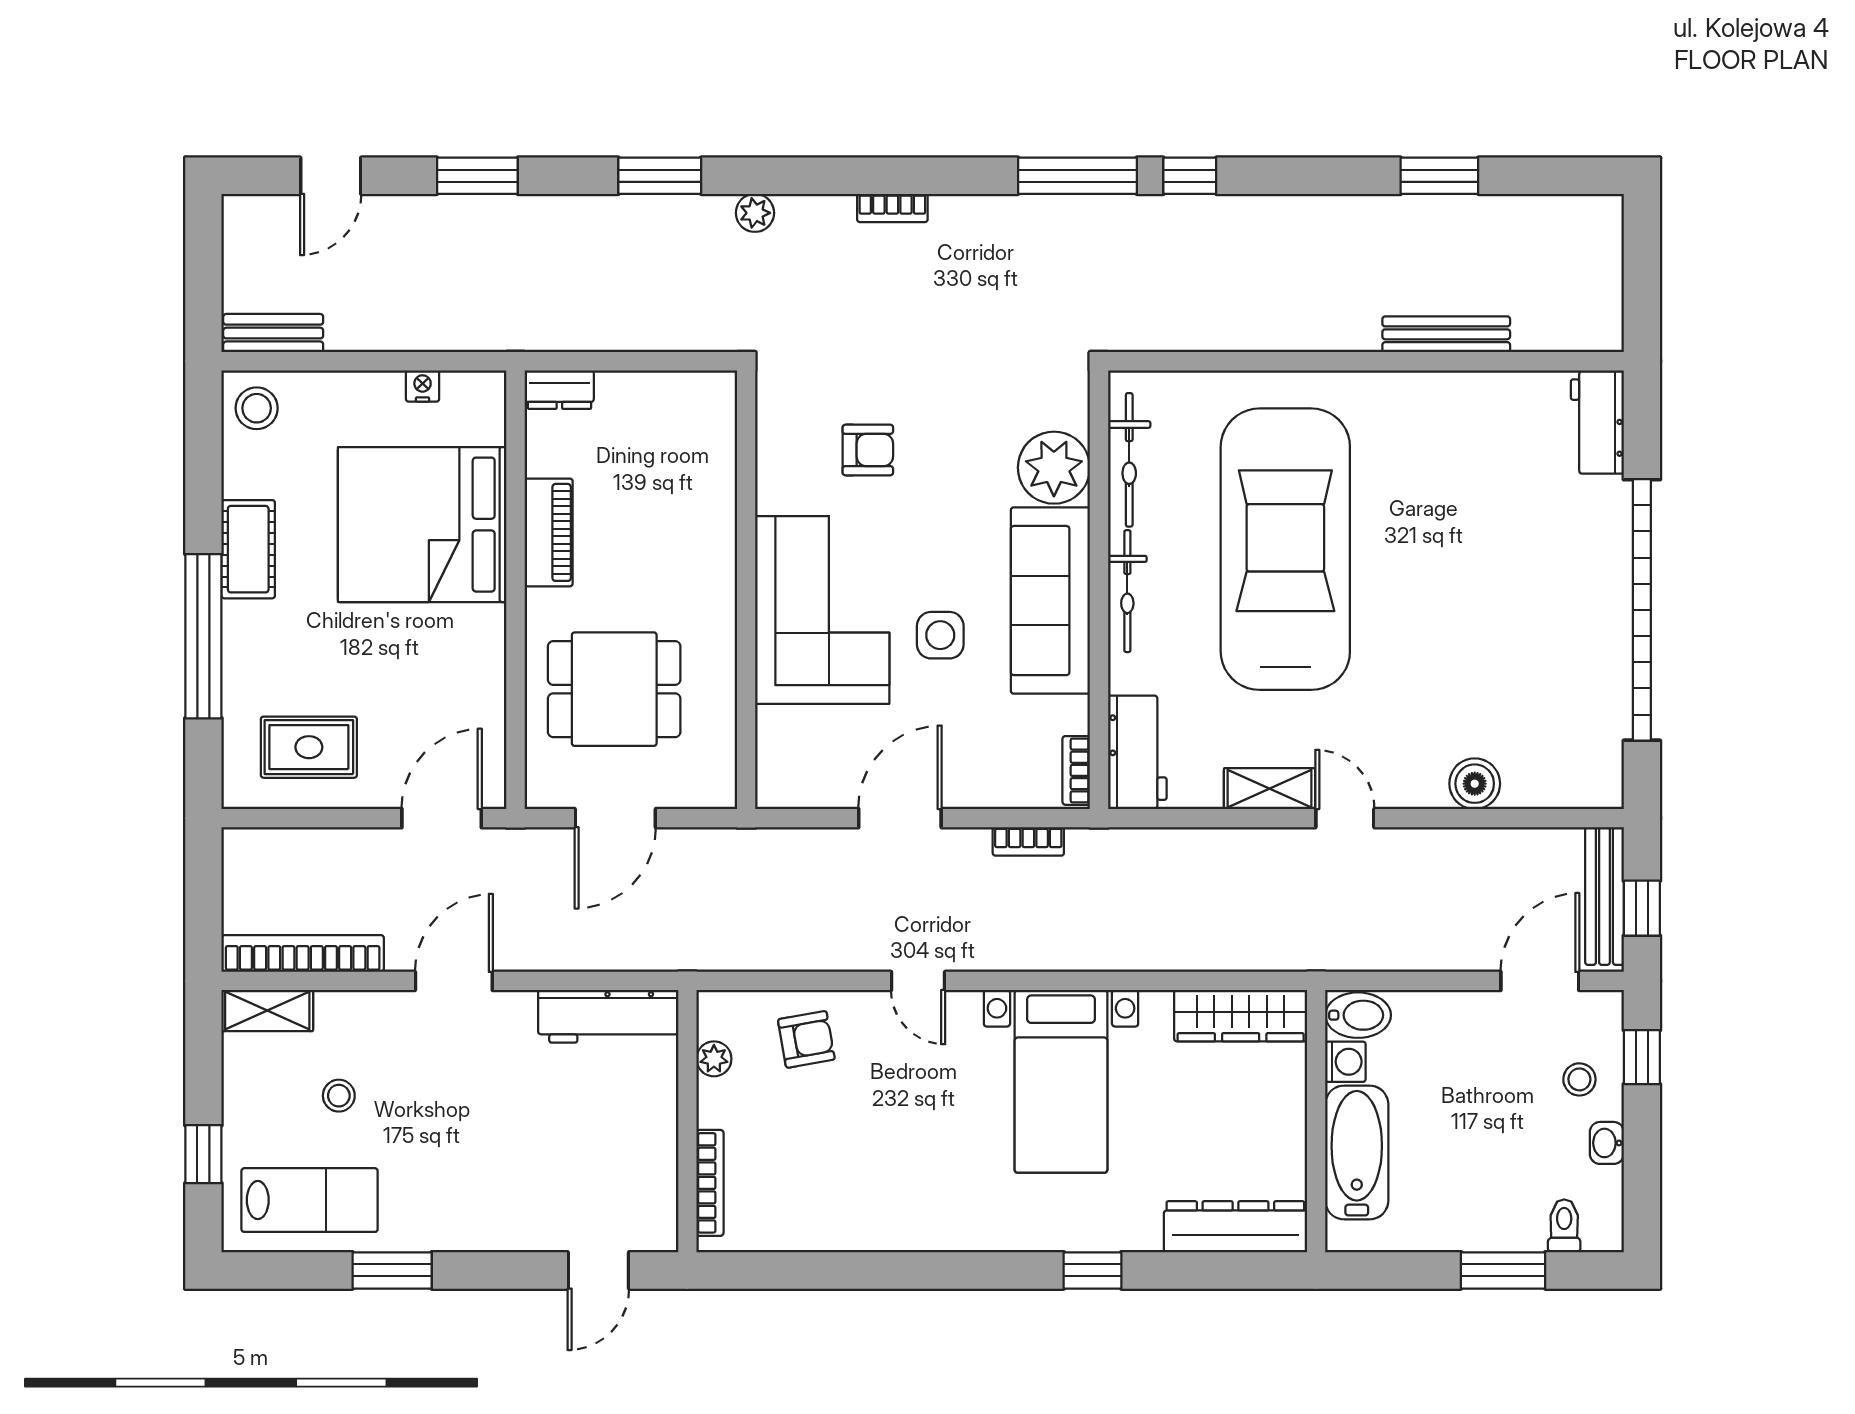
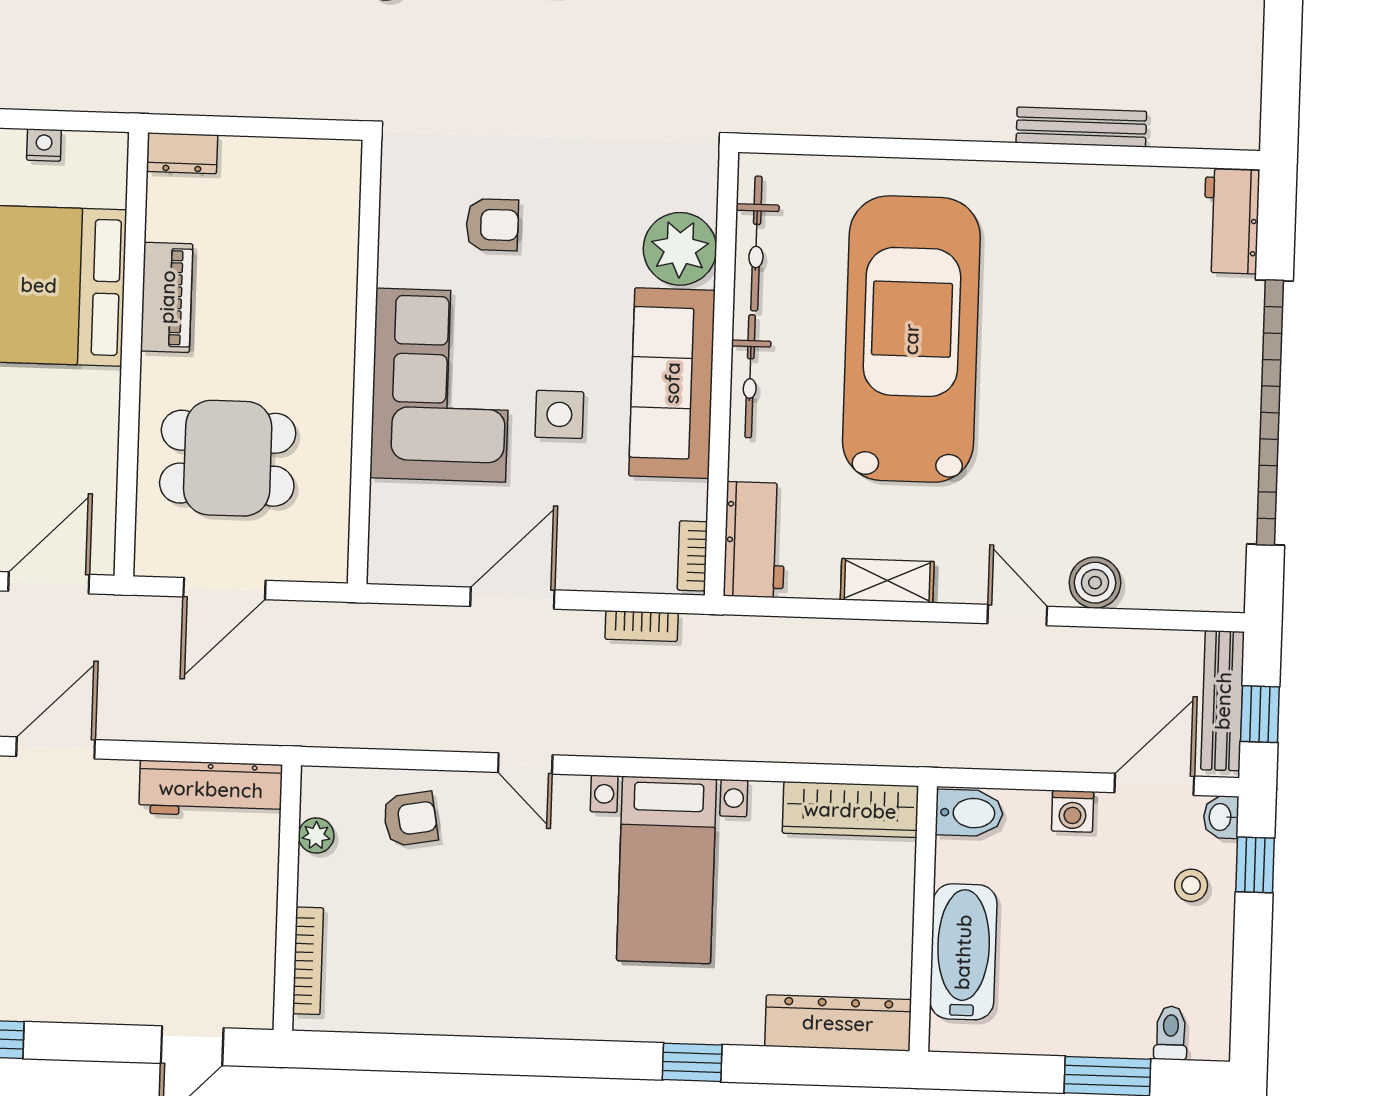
door: (1345, 818) -> (1017, 615), moved
washing machine: (1345, 1062) -> (1073, 811), moved, turned 90
washbasin: (1607, 1143) -> (1221, 817), moved

